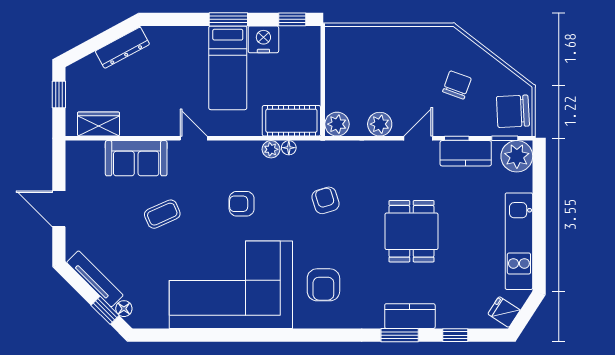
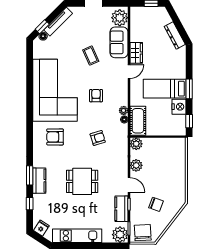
wardrobe: (98, 124) -> (136, 53), moved
plant: (87, 157) -> (120, 18), added

